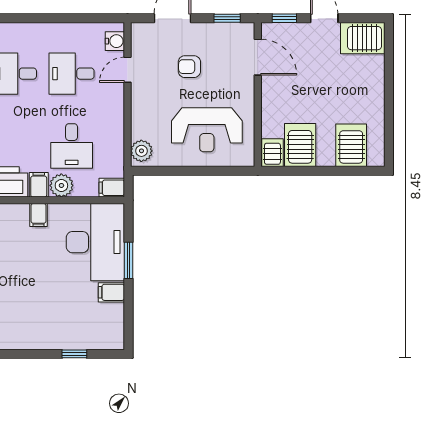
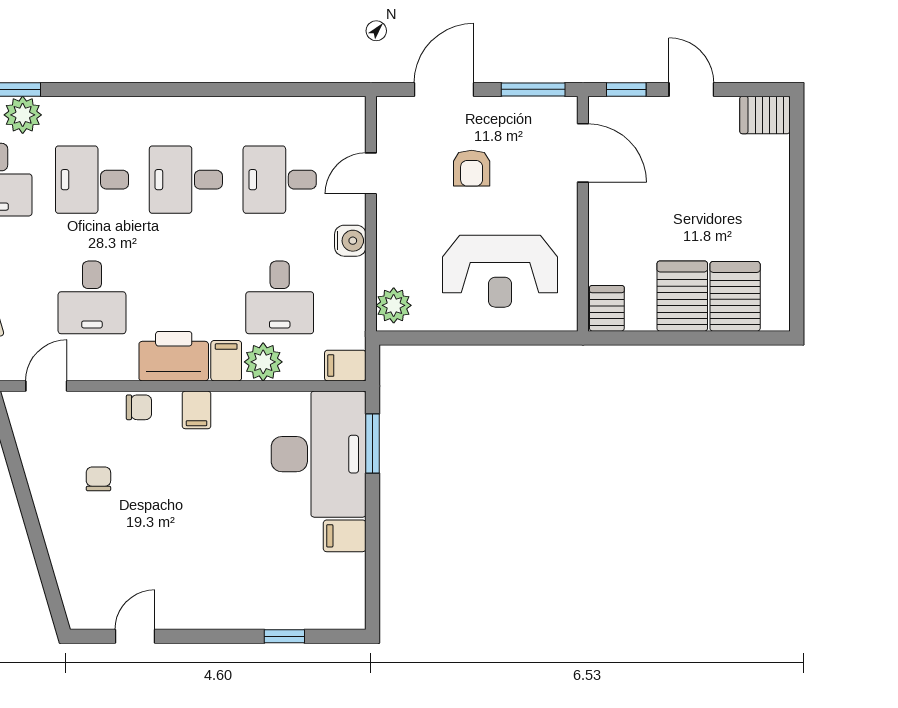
window: (227, 18) -> (533, 89), width x1.50
server rack: (363, 38) -> (765, 115), width x0.73, depth x0.70
water cooler: (115, 41) -> (350, 241), moved
armchair: (189, 67) -> (472, 168), turned -90
server rack: (300, 145) -> (682, 296), moved
filing cabinet: (39, 215) -> (197, 410), moved
window: (129, 260) -> (373, 443), moved

